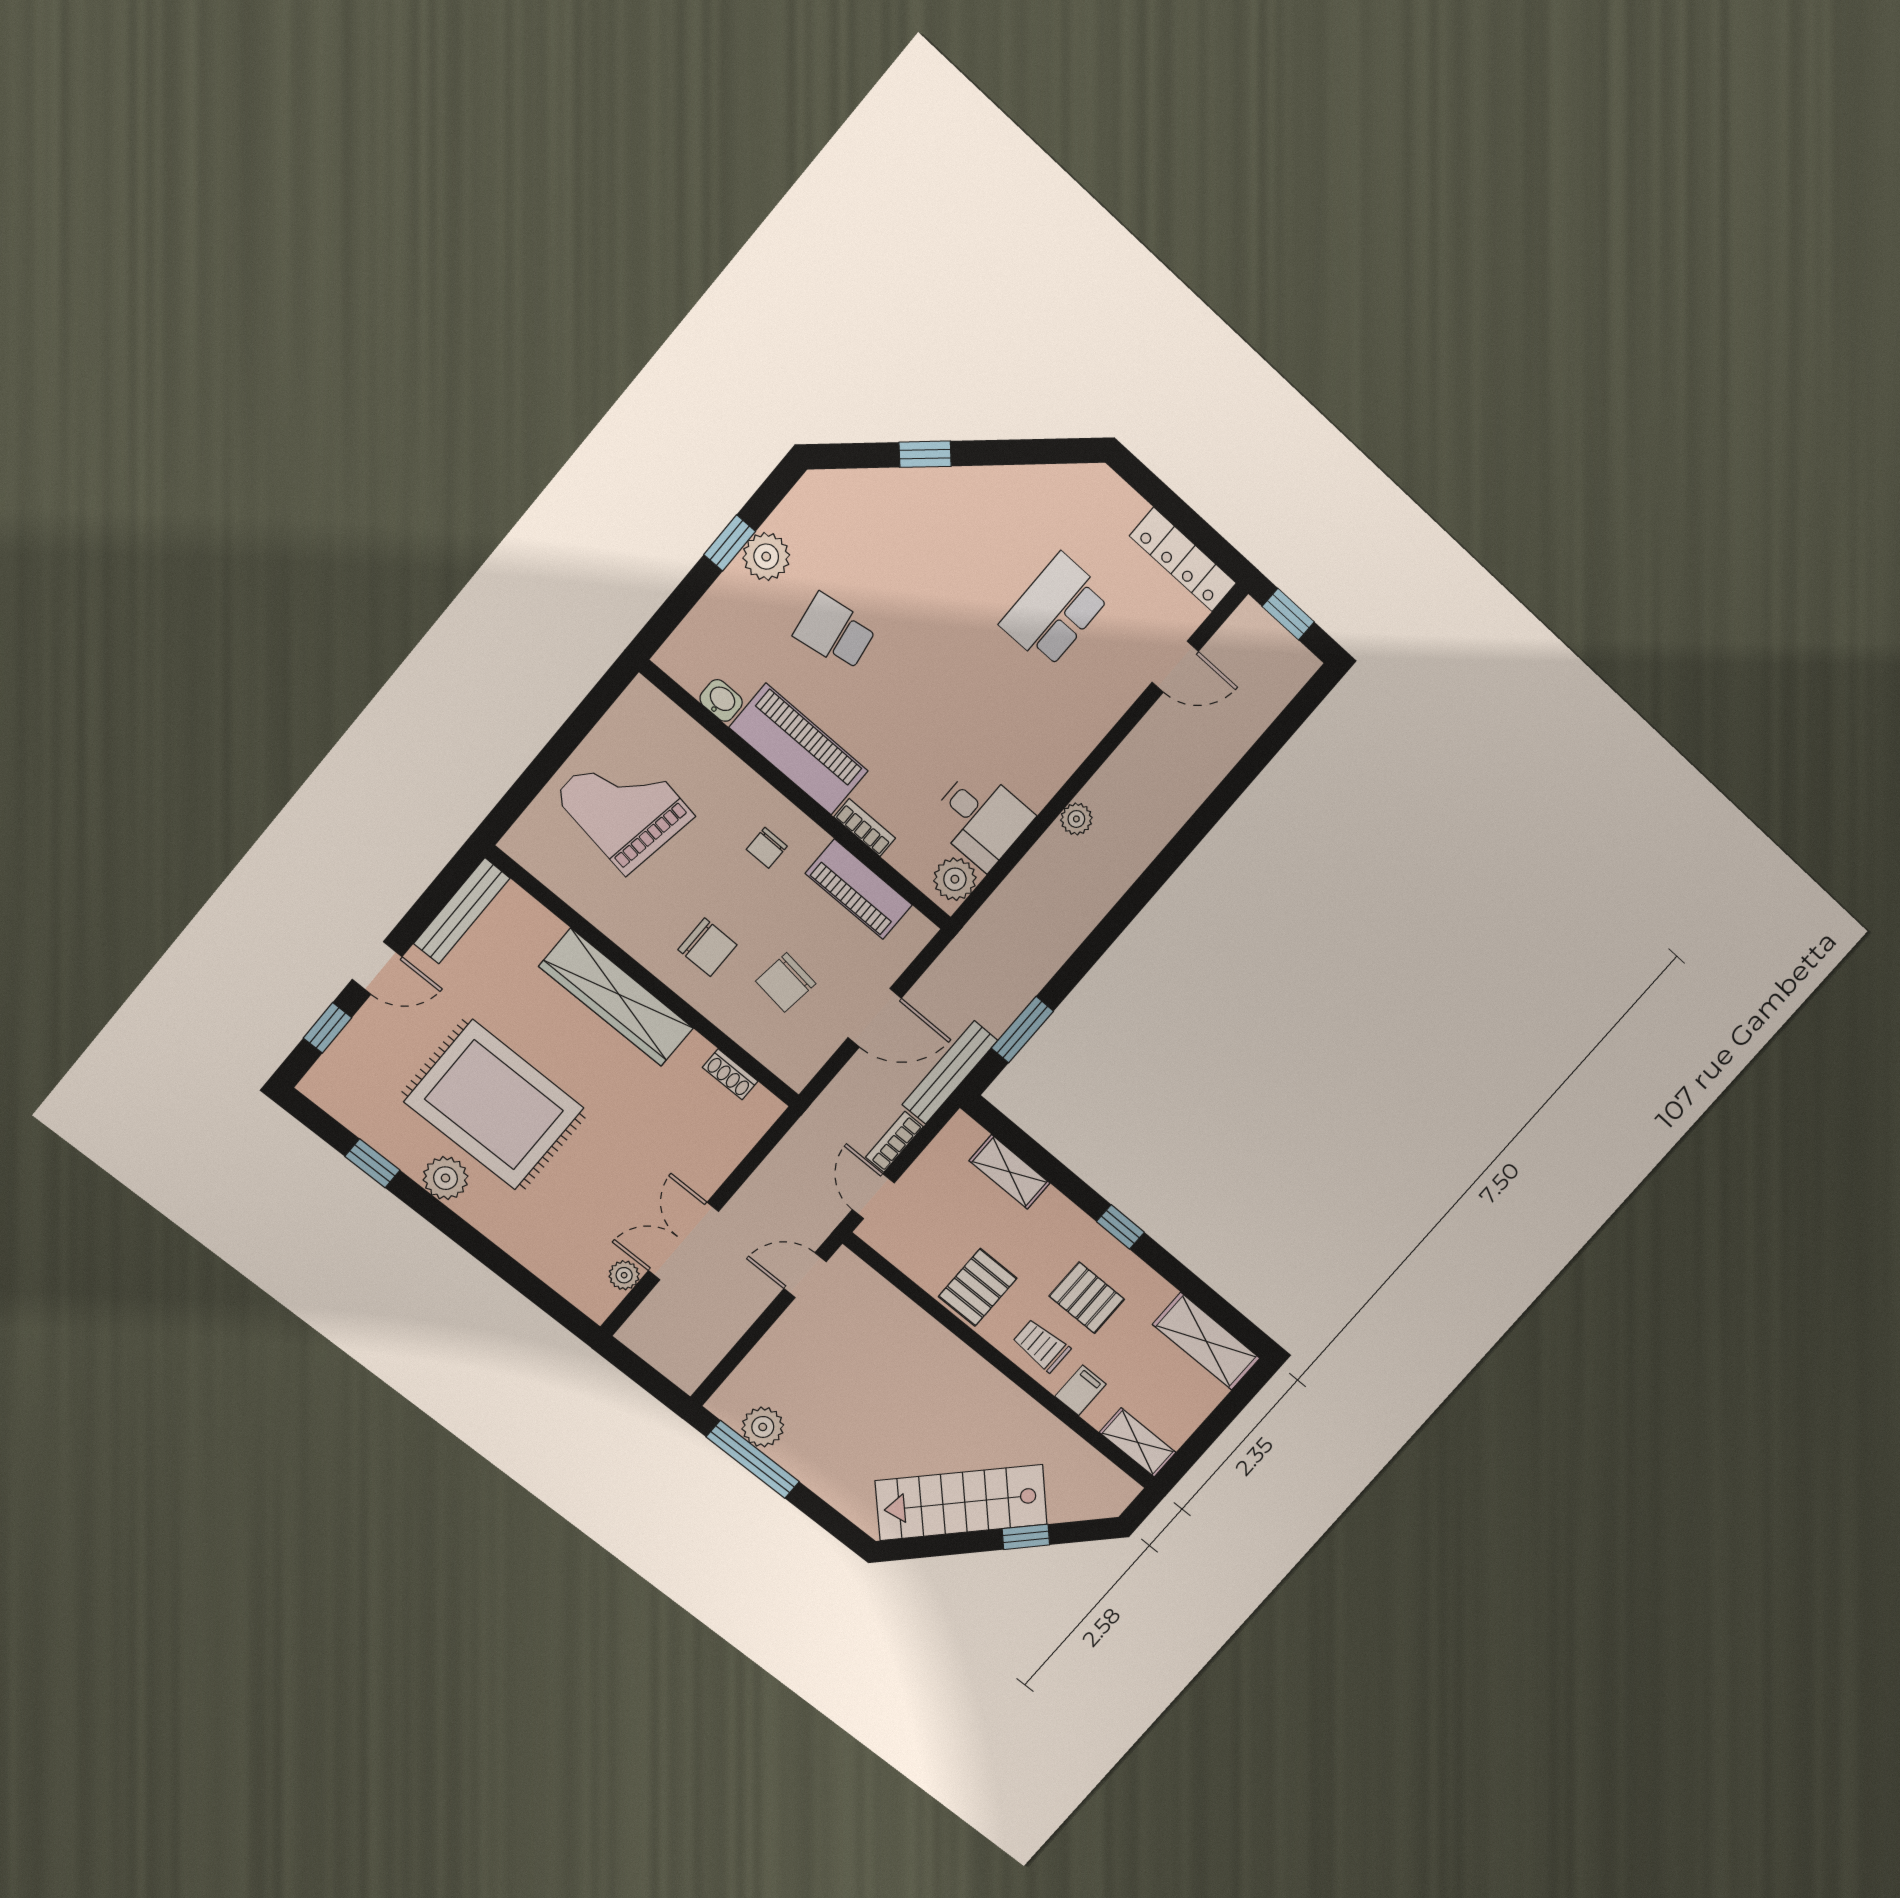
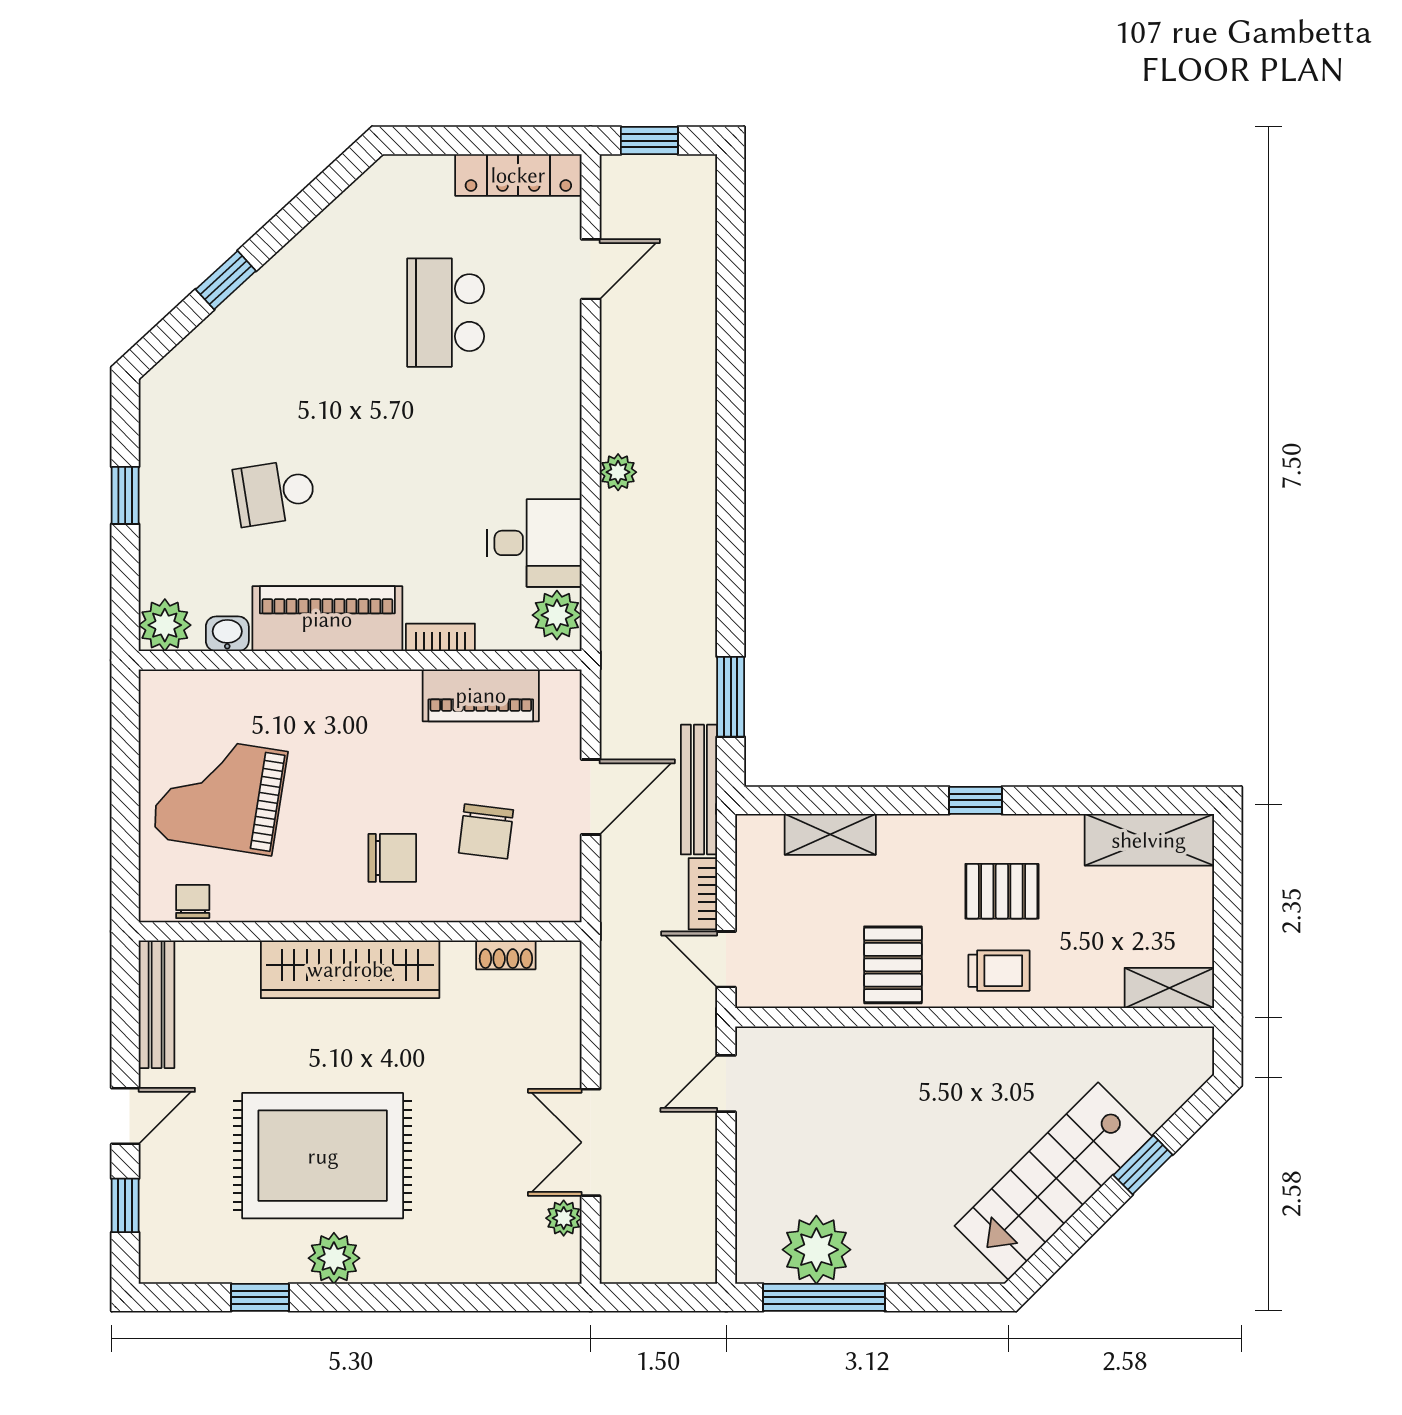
plant: (766, 557) -> (165, 625), moved
chair: (767, 848) -> (193, 902), moved, turned 180
trolley: (1041, 1346) -> (999, 971), turned 180
filing cabinet: (1081, 1390) -> (1072, 983), removed
plant: (763, 1427) -> (816, 1250), width x1.36, depth x1.36

